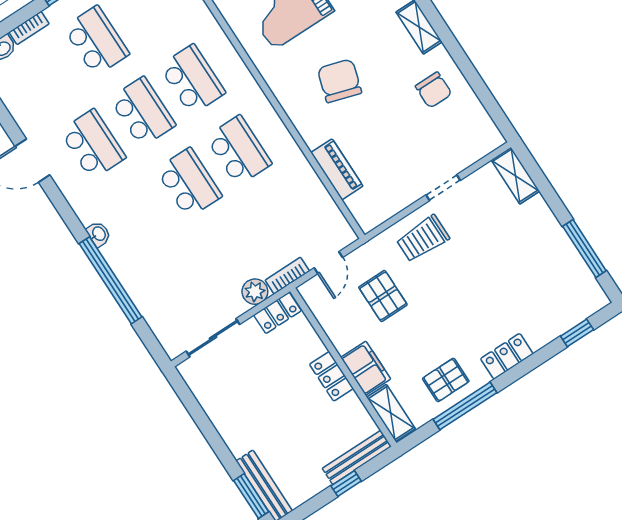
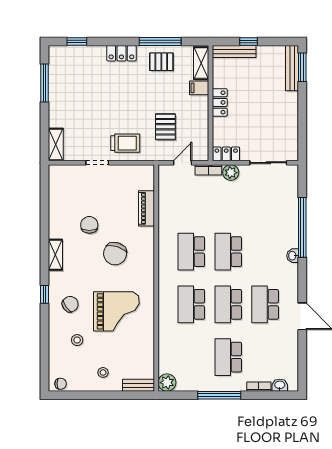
chair: (434, 90) -> (89, 225), moved
filing cabinet: (366, 368) -> (199, 88), width x0.50

